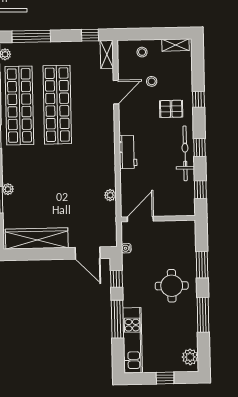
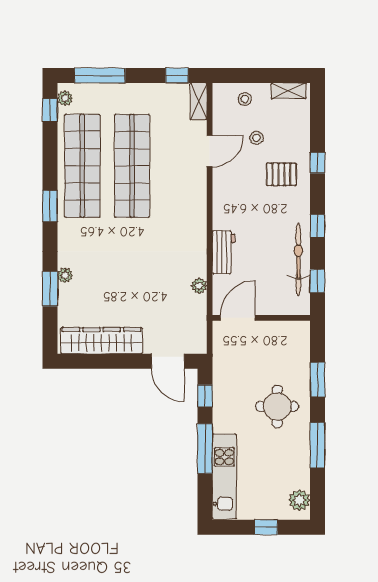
workbench: (128, 152) -> (224, 252), moved
bicycle: (185, 153) -> (298, 259), moved
water cooler: (126, 248) -> (219, 356), removed

